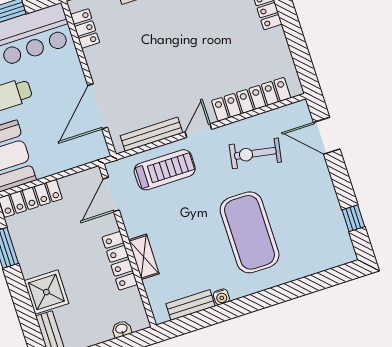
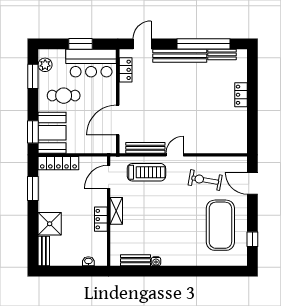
locker: (251, 99) -> (213, 146), removed
exercise mat: (250, 232) -> (220, 225), moved
shelving: (144, 257) -> (116, 211), moved
locker: (120, 261) -> (101, 219), width x0.66

